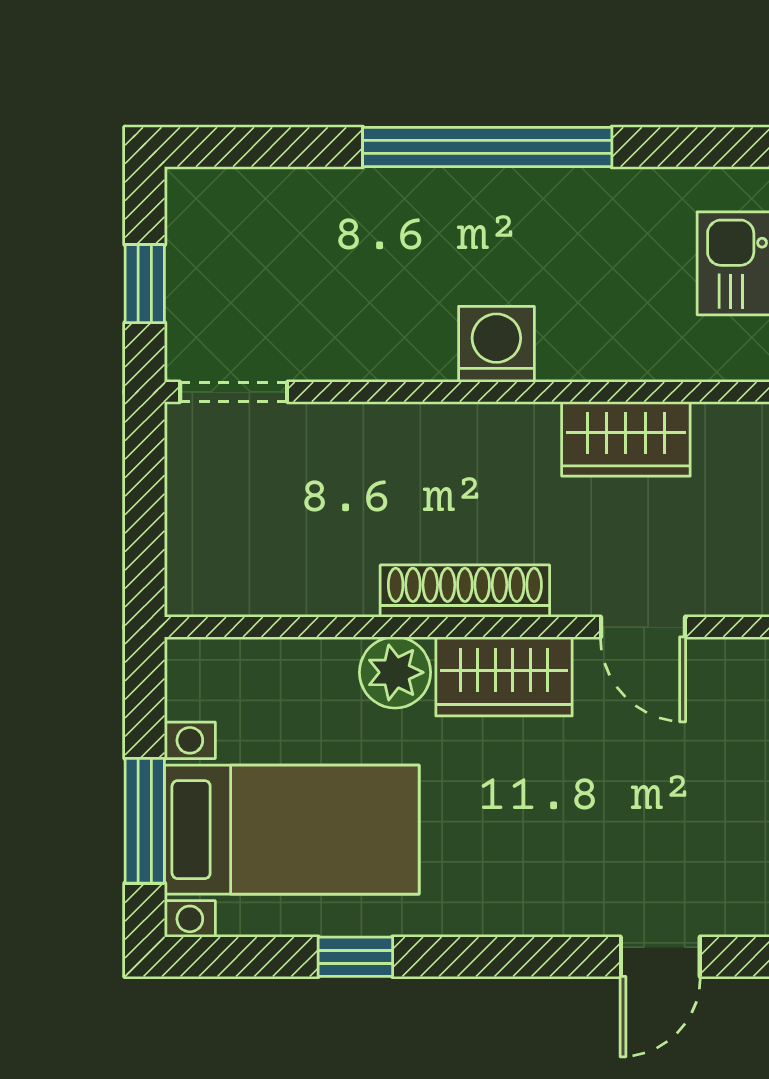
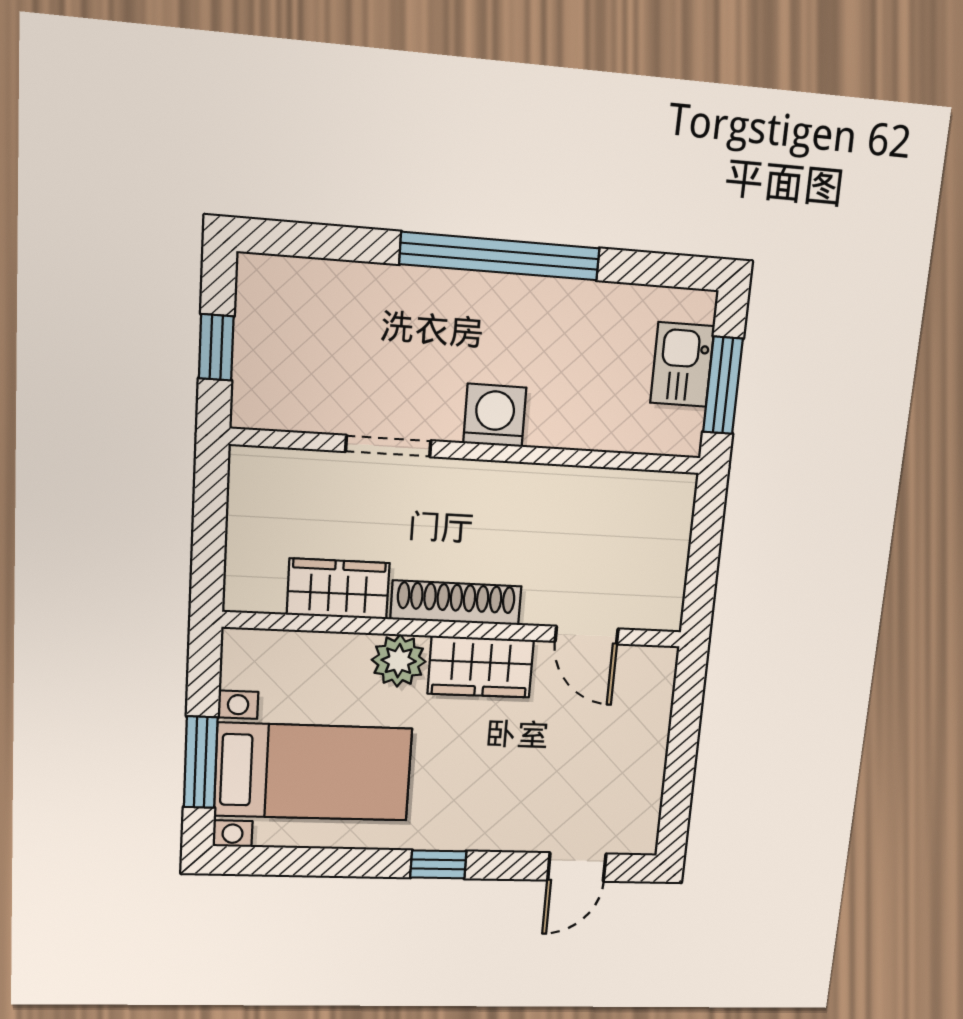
doorway: (234, 392) -> (388, 446), moved
wardrobe: (626, 439) -> (338, 589), moved, turned 180
window: (355, 957) -> (438, 864), moved

